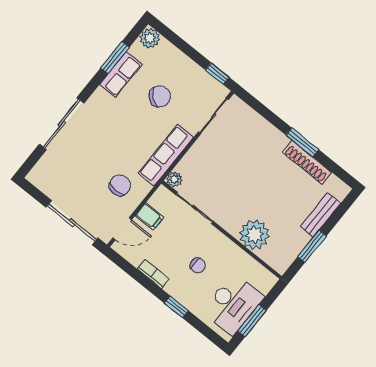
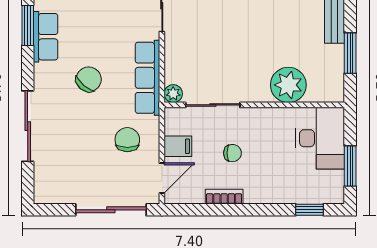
chair: (160, 96) -> (89, 79), moved
chair: (198, 265) -> (232, 153), moved
desk: (233, 304) -> (320, 138), moved
window: (176, 307) -> (310, 210), moved

